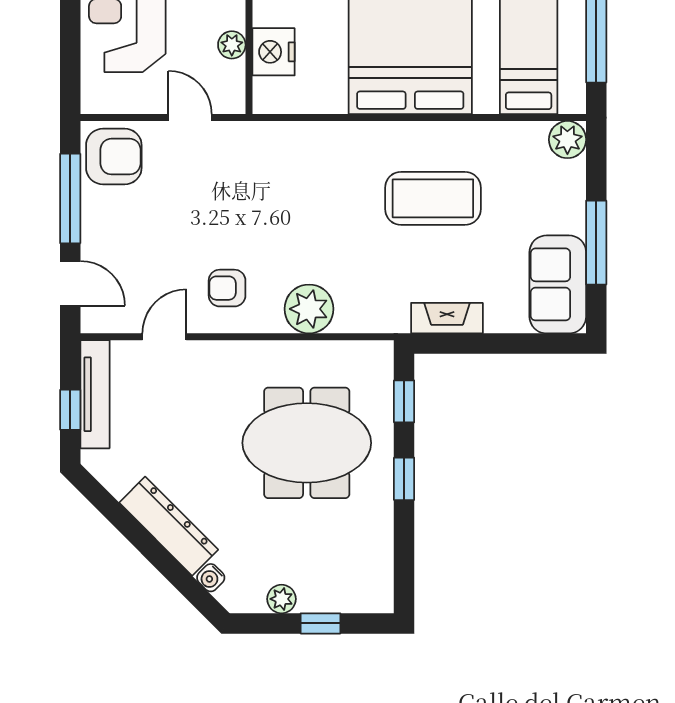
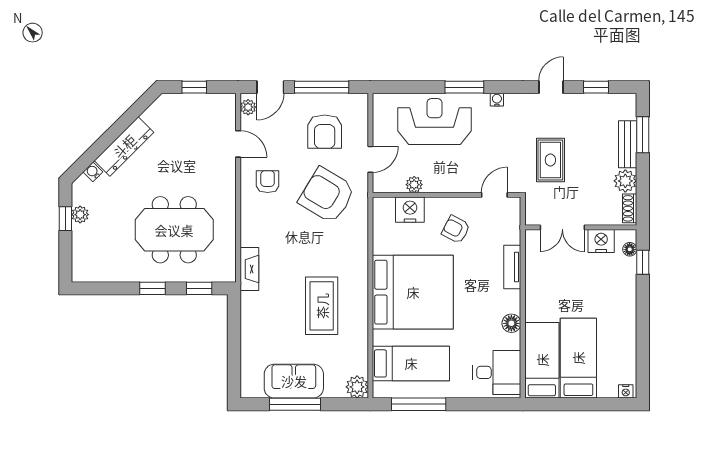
armchair: (114, 157) -> (325, 132), moved
armchair: (249, 190) -> (327, 195), added
sofa: (558, 284) -> (294, 381), moved
plant: (309, 309) -> (248, 107), moved, width x0.53, depth x0.53
fireplace: (447, 318) -> (249, 269), moved
tv unit: (95, 394) -> (204, 102), removed
meeting table: (307, 443) -> (174, 230), turned 90
window: (321, 623) -> (65, 219), moved

